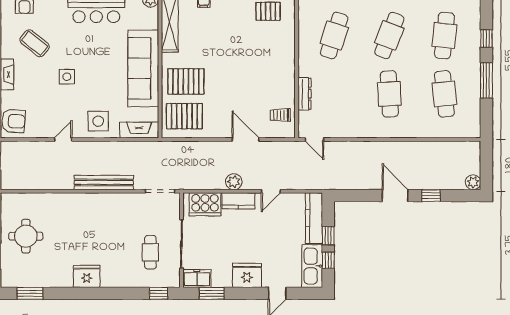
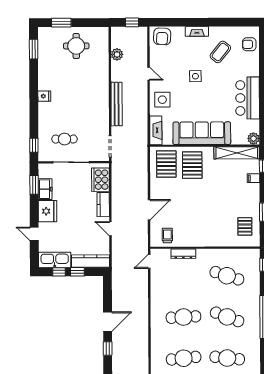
plant: (234, 182) -> (117, 54), moved
fridge: (87, 276) -> (44, 96), width x0.53, depth x0.75
freezer: (197, 279) -> (45, 189), moved

